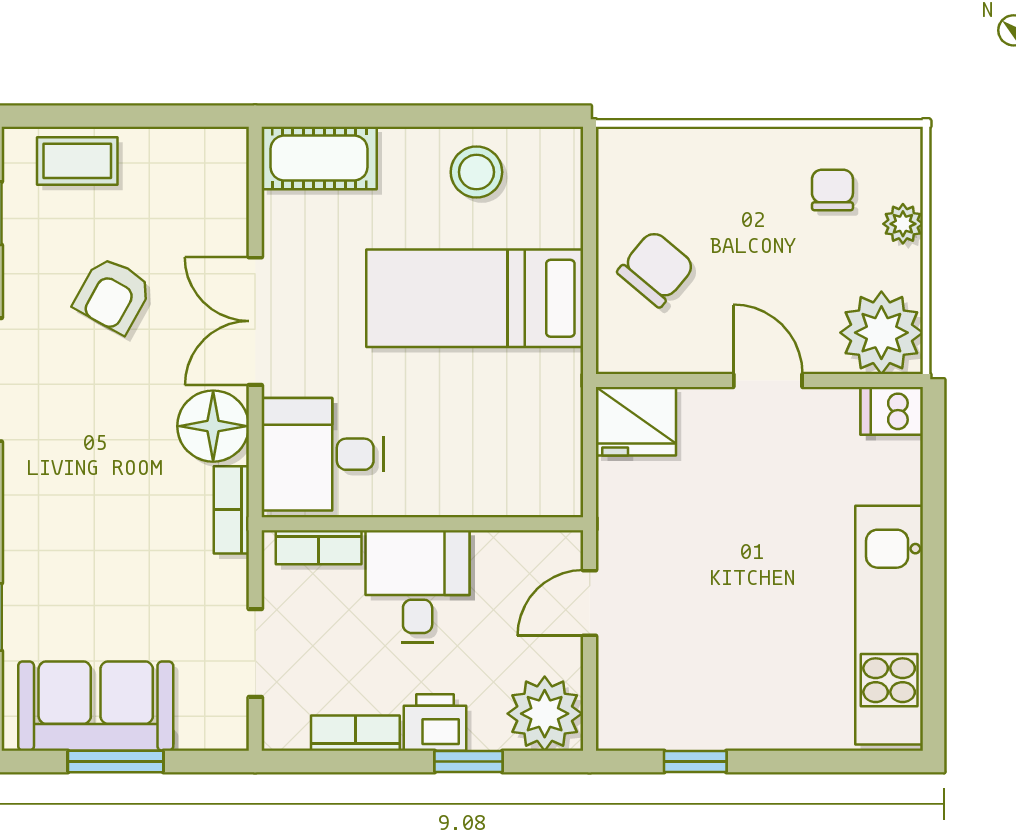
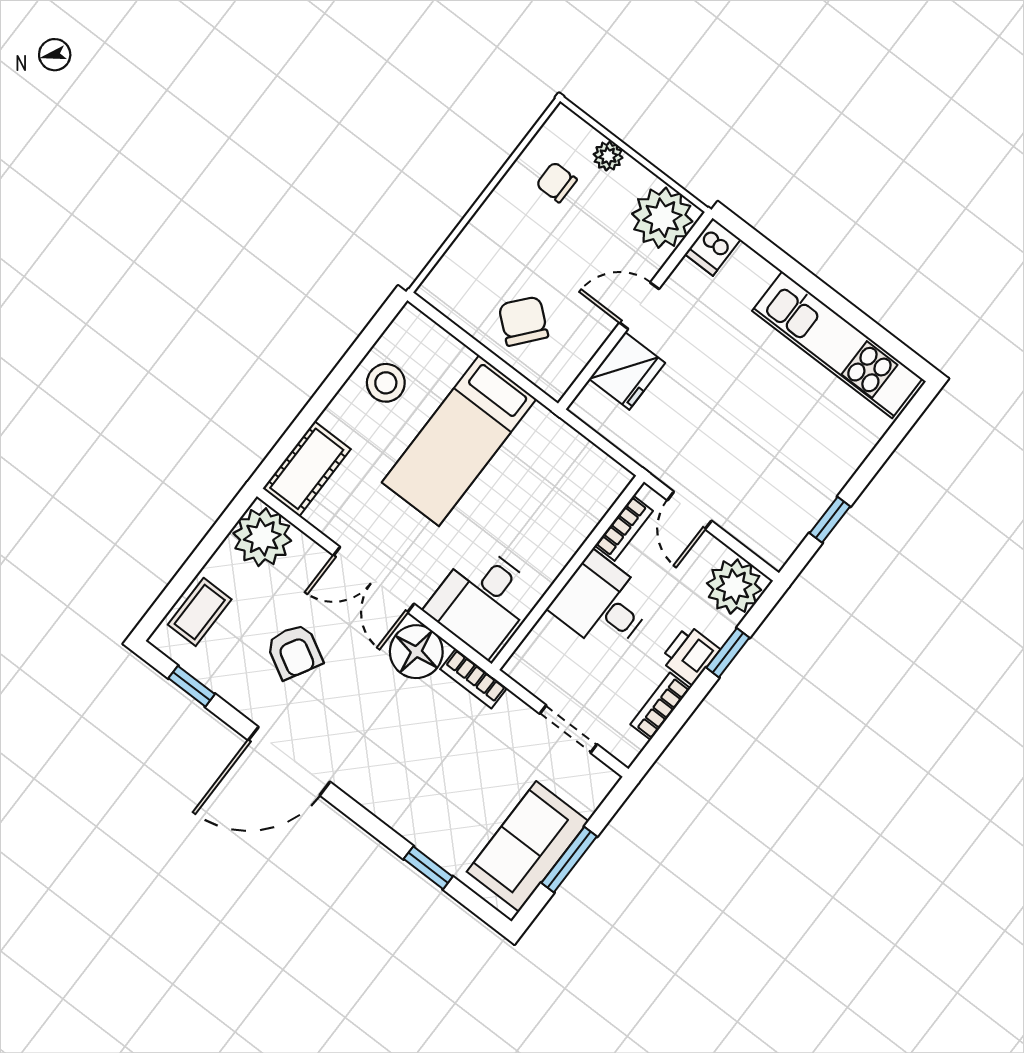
plant: (209, 166) -> (262, 537), added
fridge: (636, 421) -> (627, 371), moved
bookcase: (319, 547) -> (624, 528), moved

